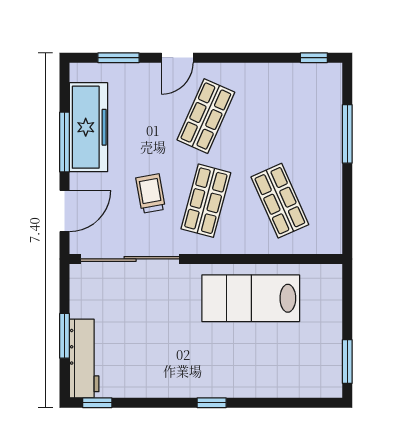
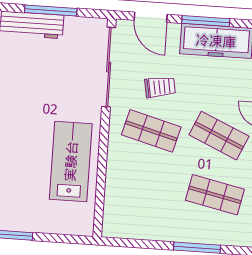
shop shelf: (280, 201) -> (215, 195), moved, turned 36
window: (65, 336) -> (51, 10), width x1.44

